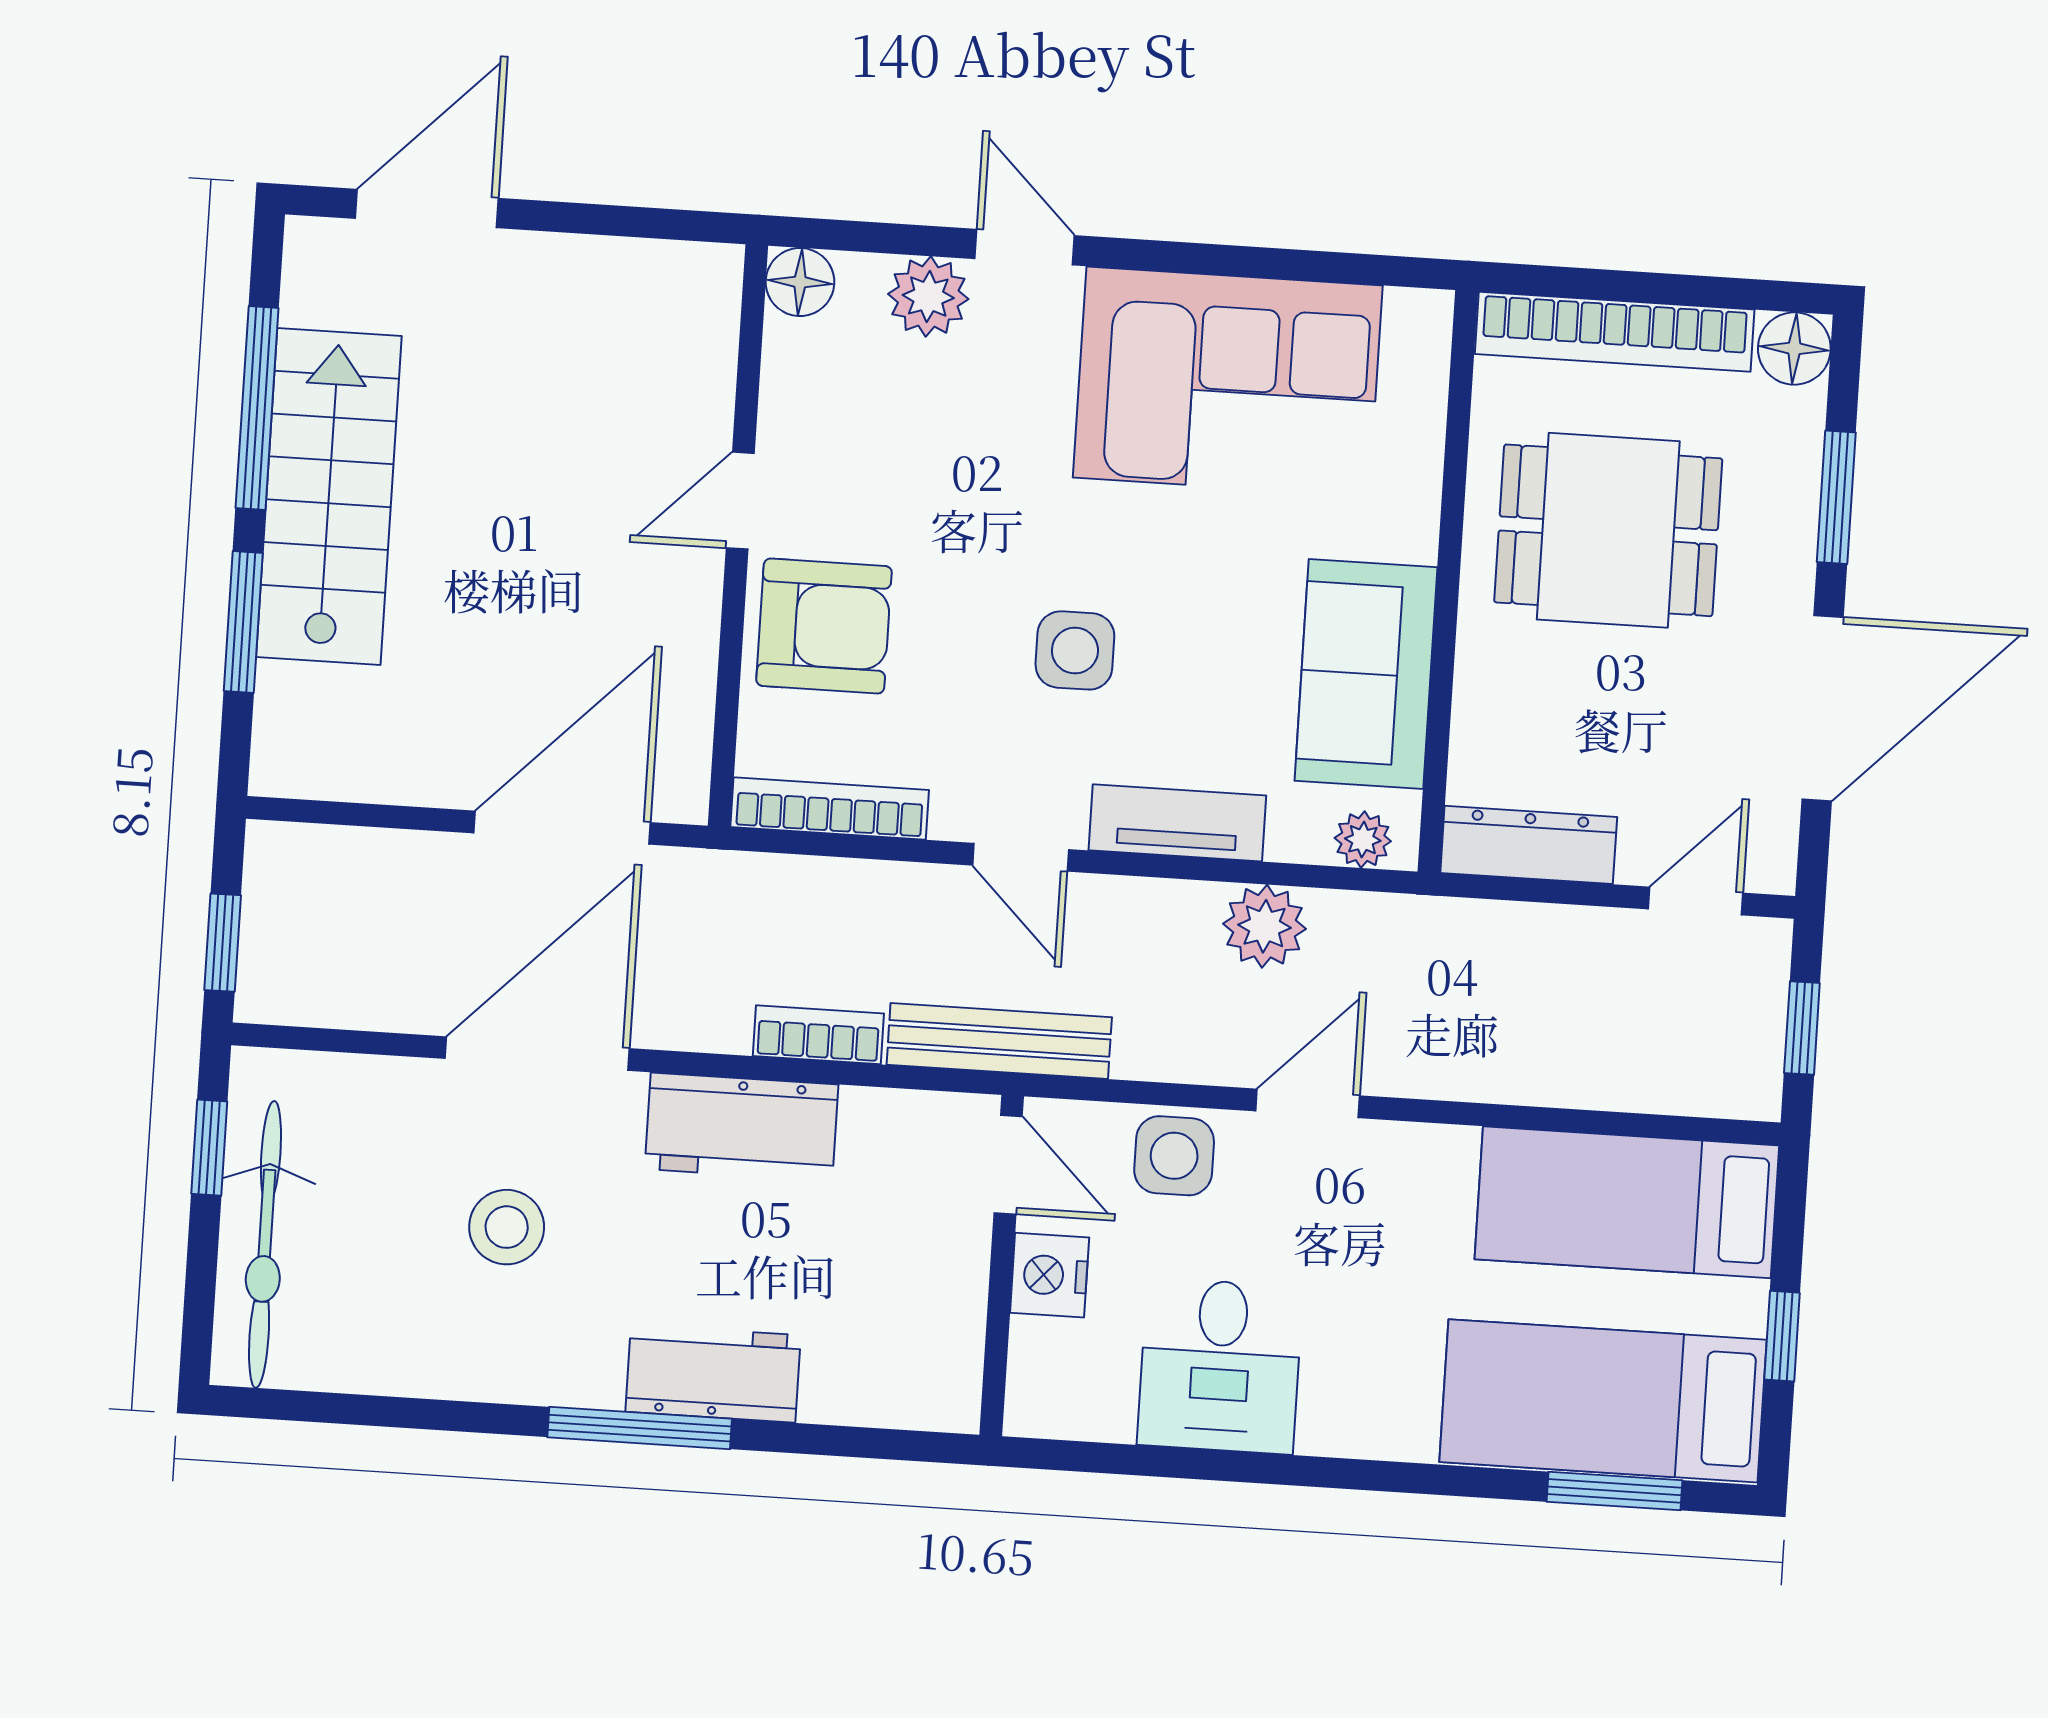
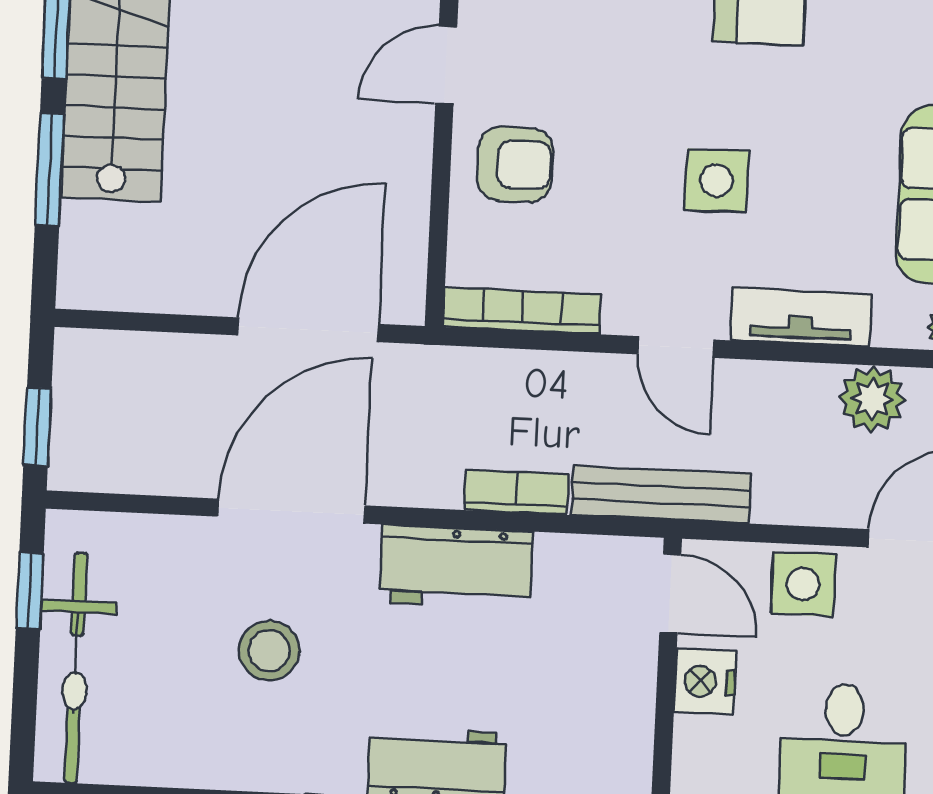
armchair: (824, 626) -> (515, 164), width x0.72, depth x0.72

